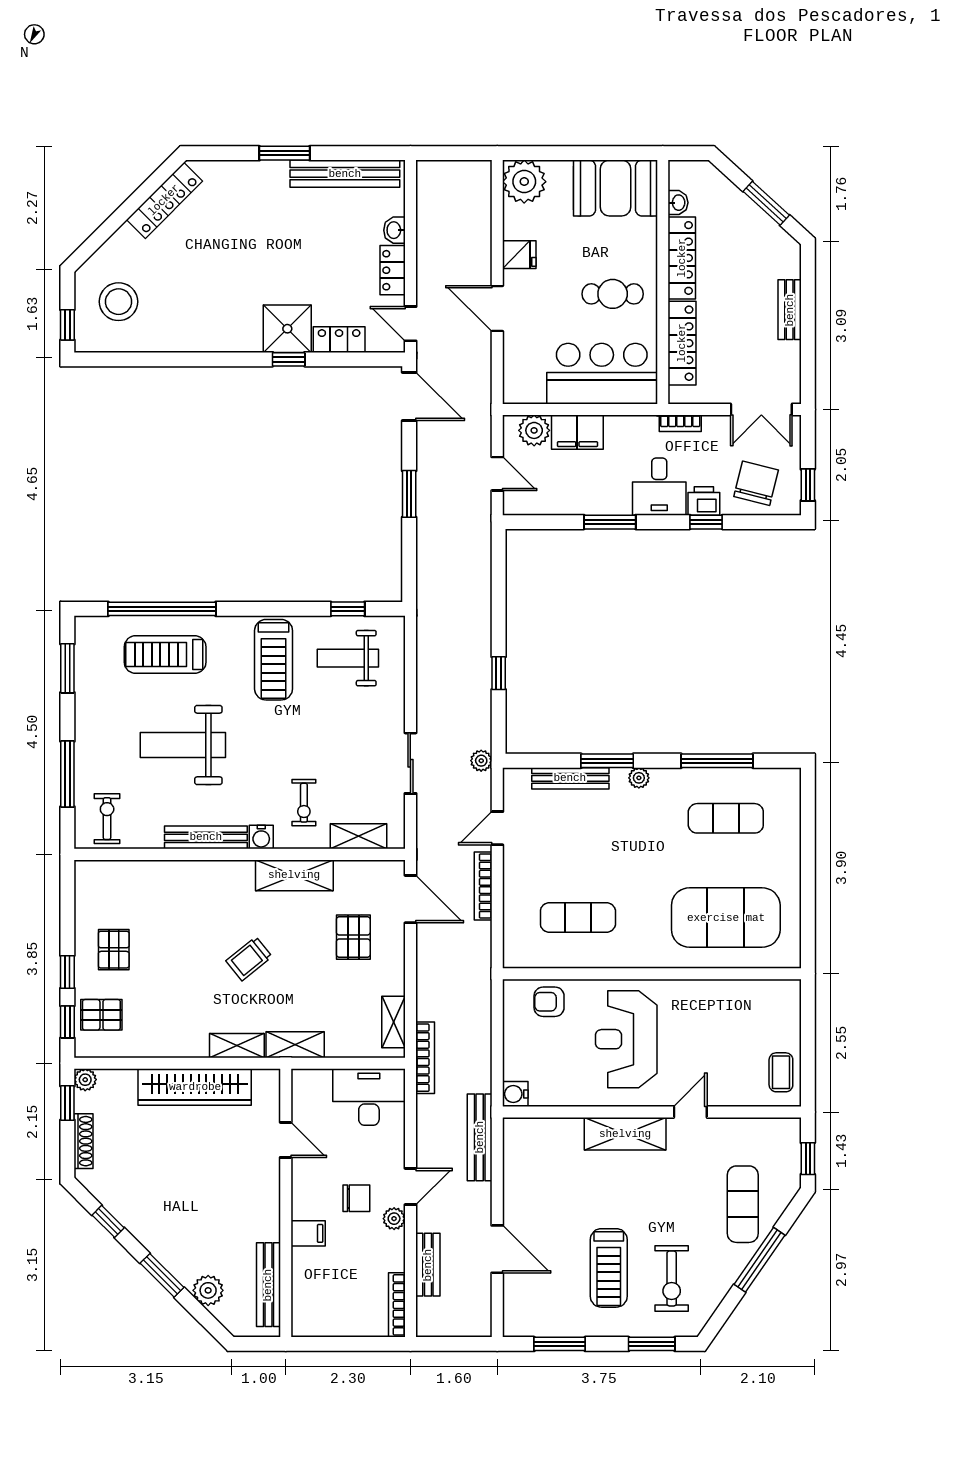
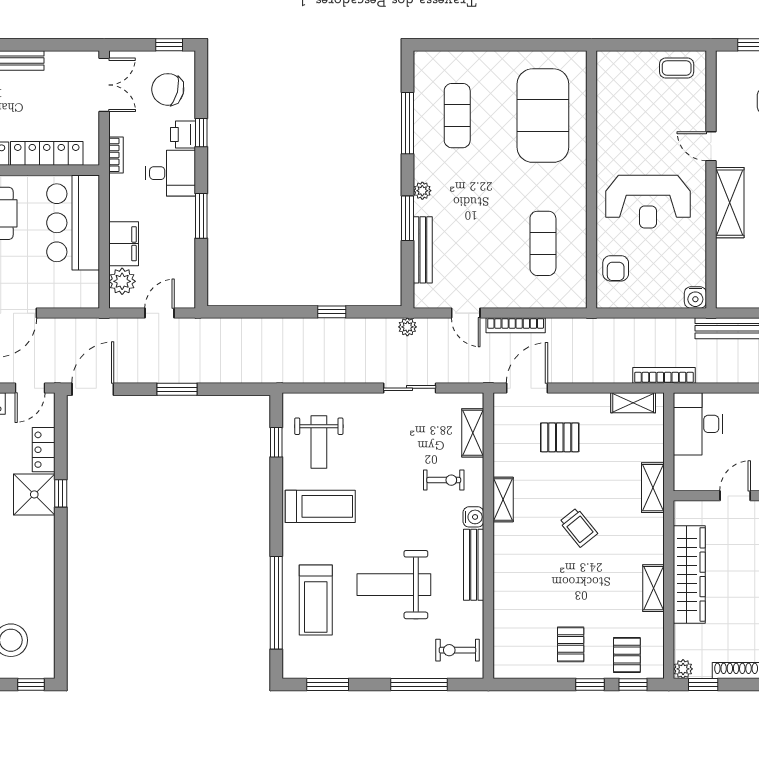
weight bench: (183, 745) -> (394, 585), turned 90
shelving: (294, 875) -> (503, 499), width x0.67, depth x0.75
pallet: (114, 950) -> (571, 644), turned 90
shelving: (237, 1046) -> (654, 588), moved

